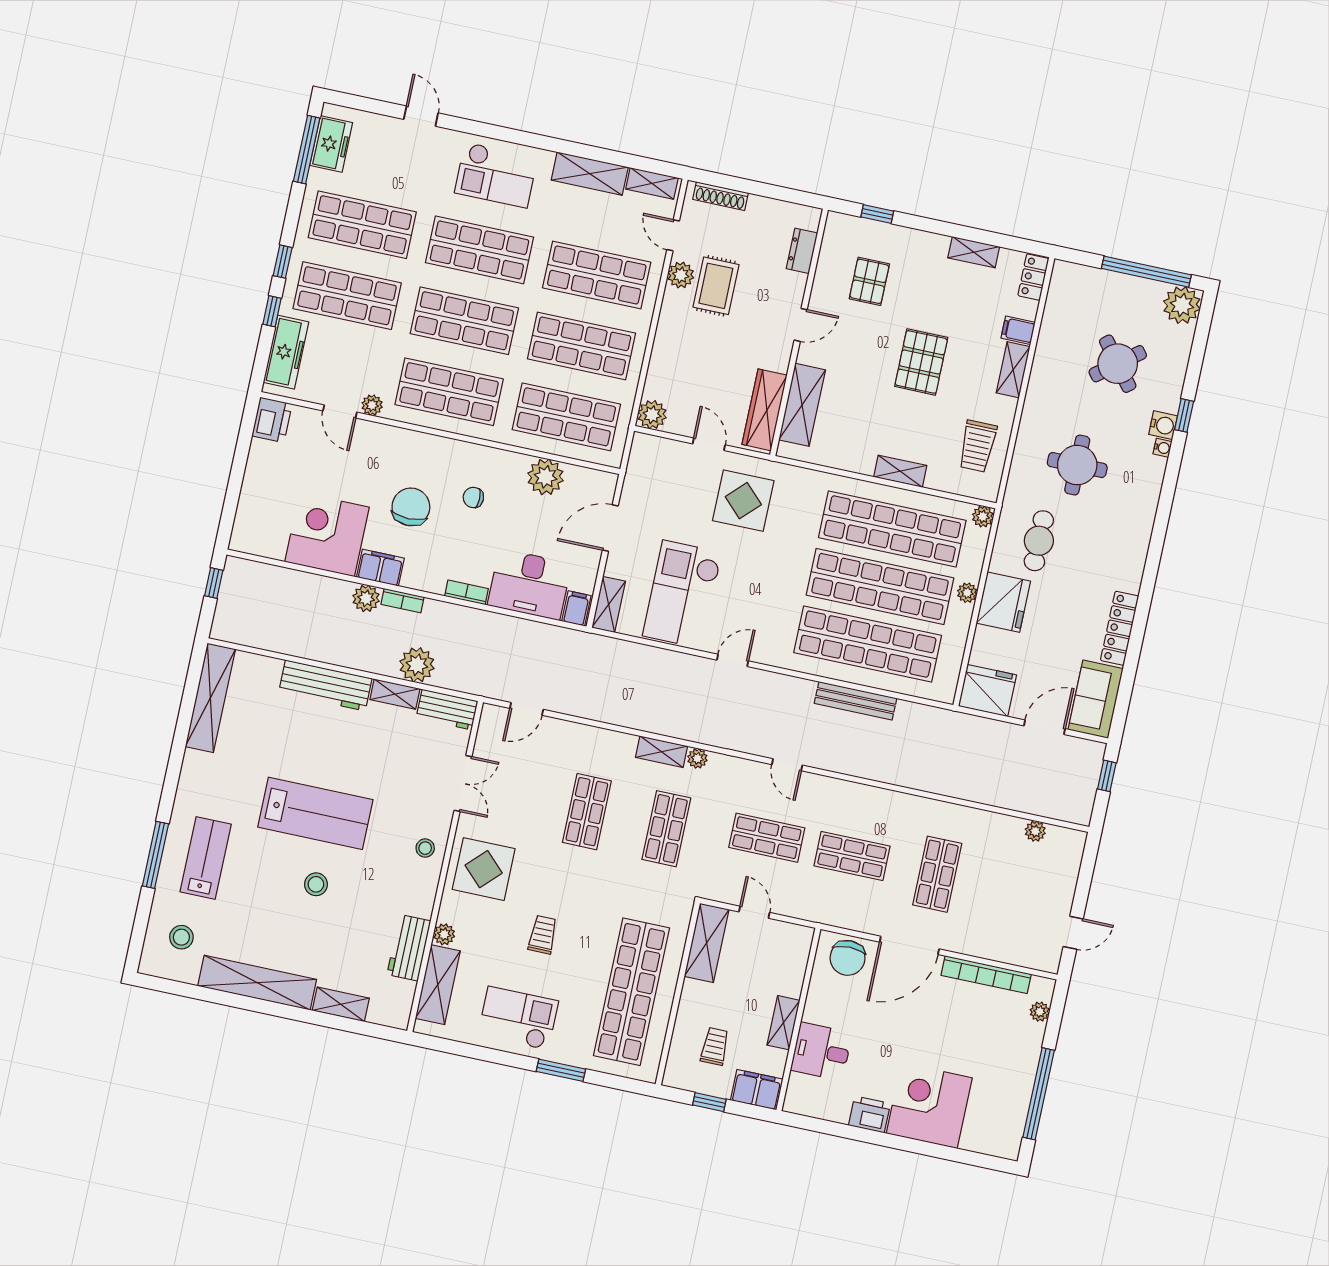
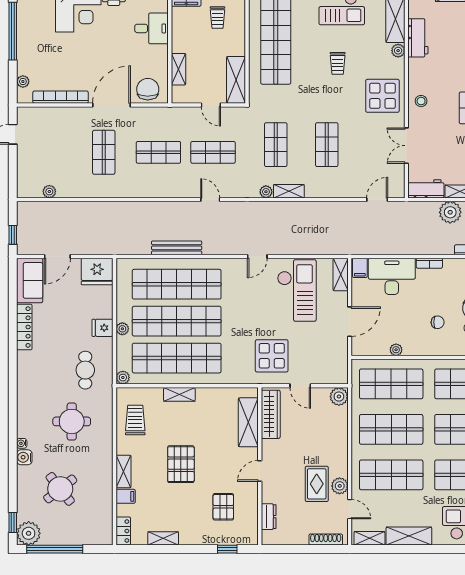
window: (1184, 415) -> (13, 522), moved
plant: (546, 477) -> (396, 350), width x0.53, depth x0.53
fridge: (1003, 602) -> (103, 328), width x0.53, depth x0.75
shelving: (783, 1023) -> (178, 69), moved

